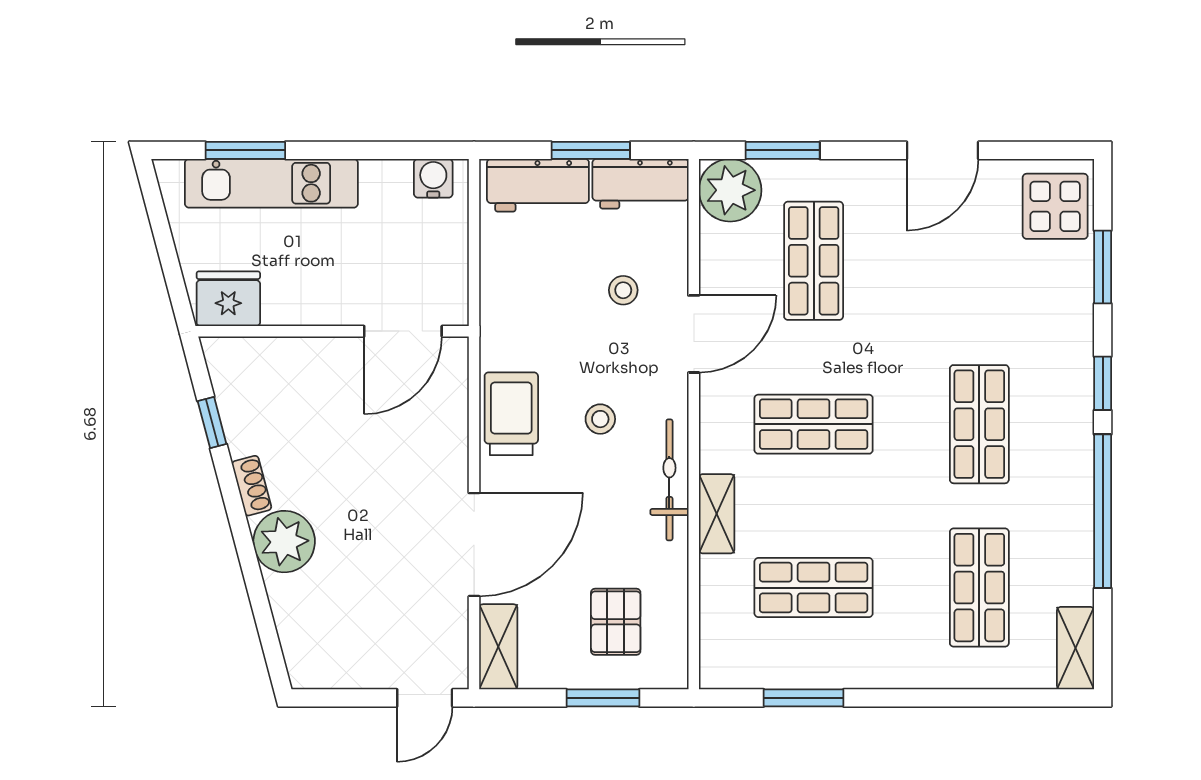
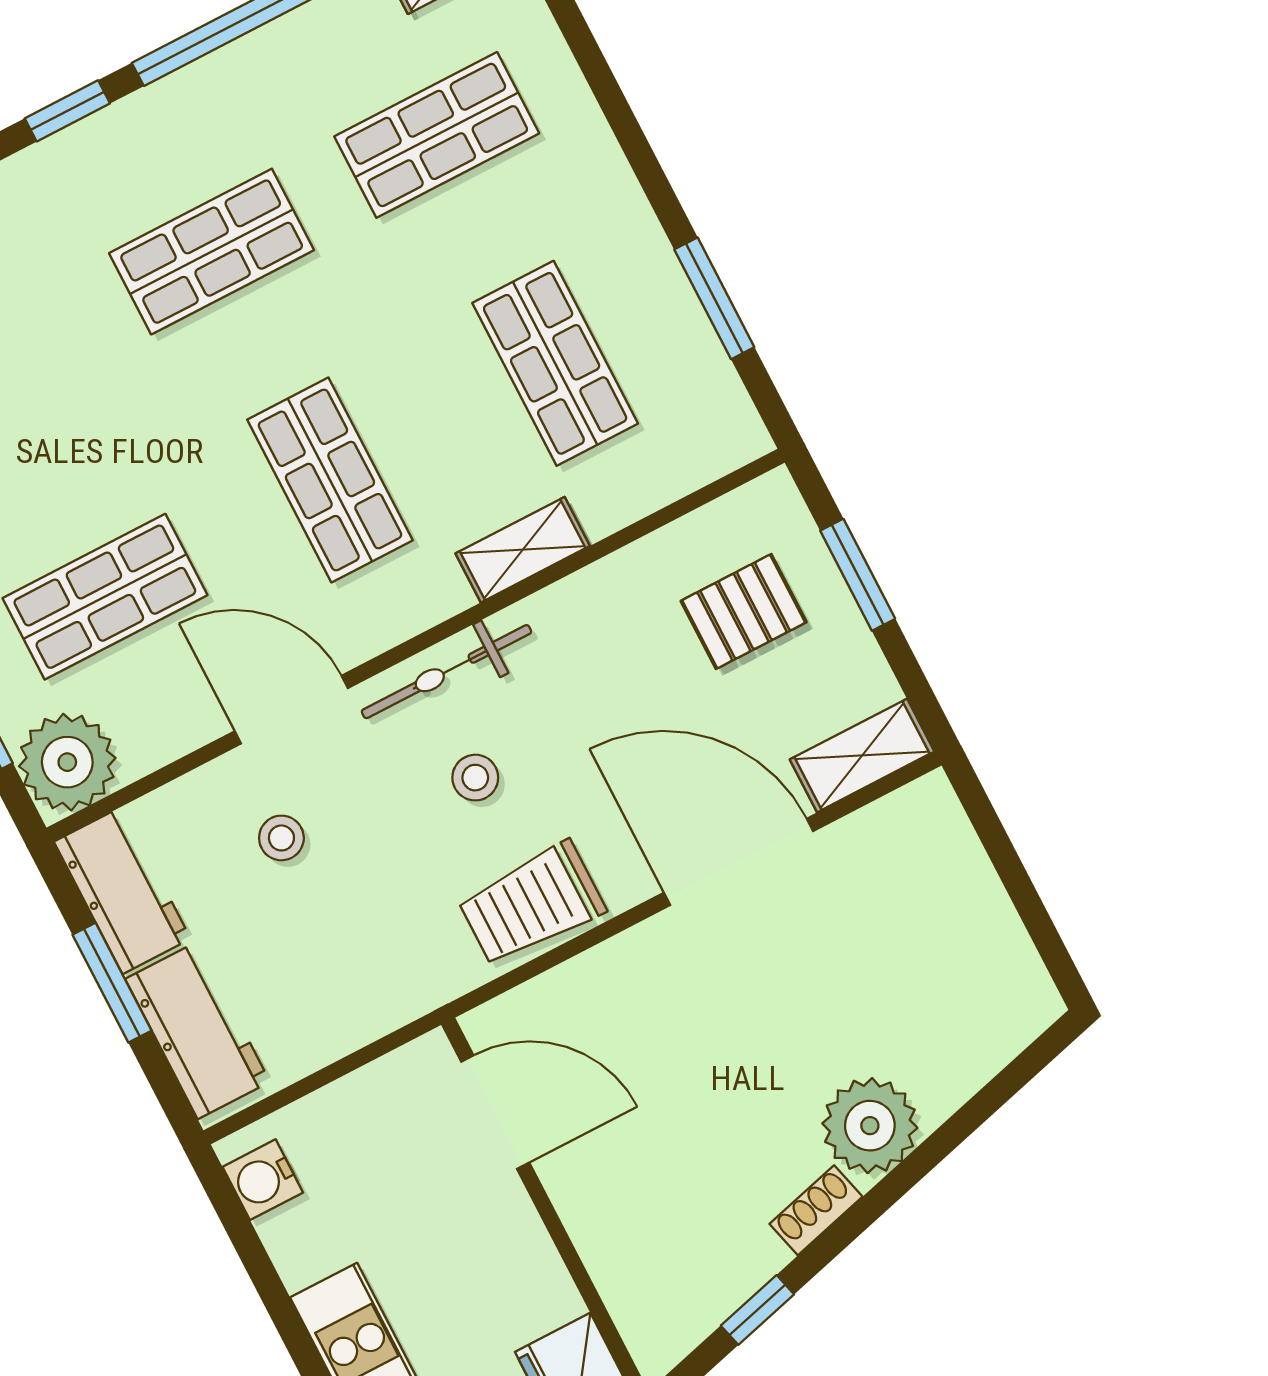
bicycle: (669, 480) -> (446, 672), moved
door: (425, 698) -> (985, 820), removed

